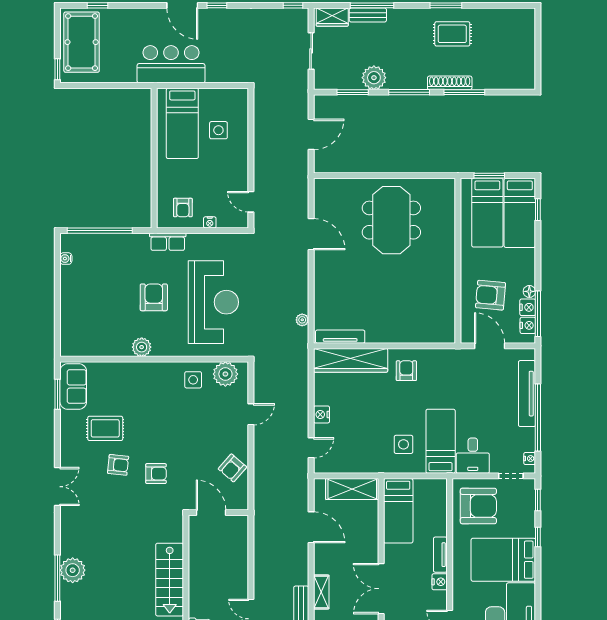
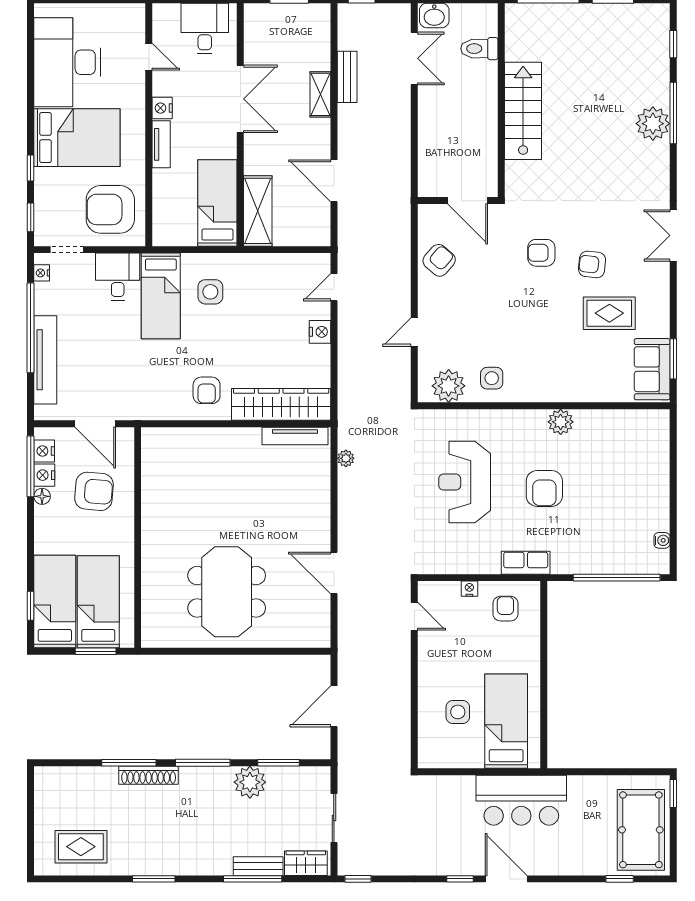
rug: (452, 34) -> (81, 847), moved
reception desk: (213, 302) -> (465, 482), width x0.74, depth x0.77
shelving: (352, 489) -> (258, 211), moved, turned 90

